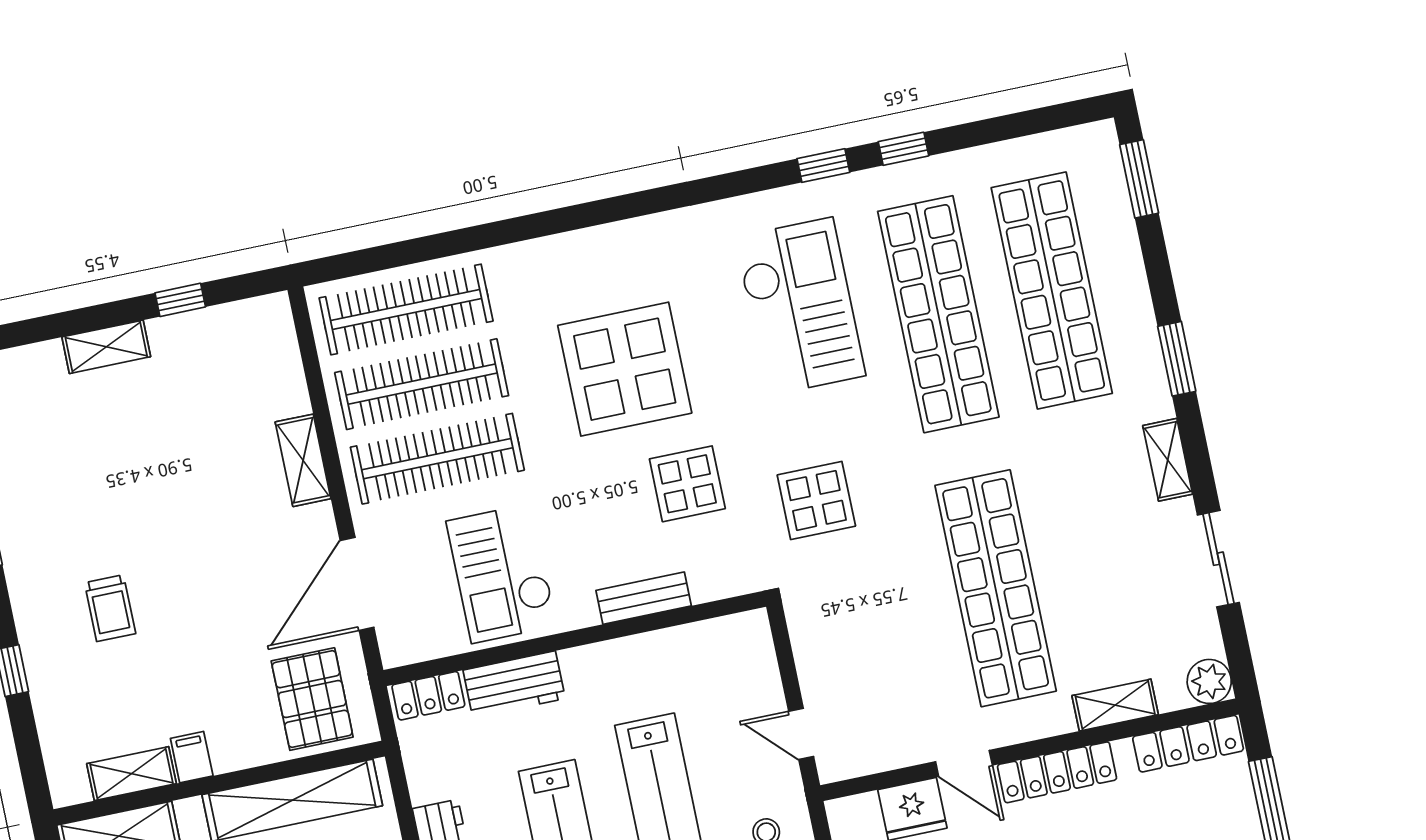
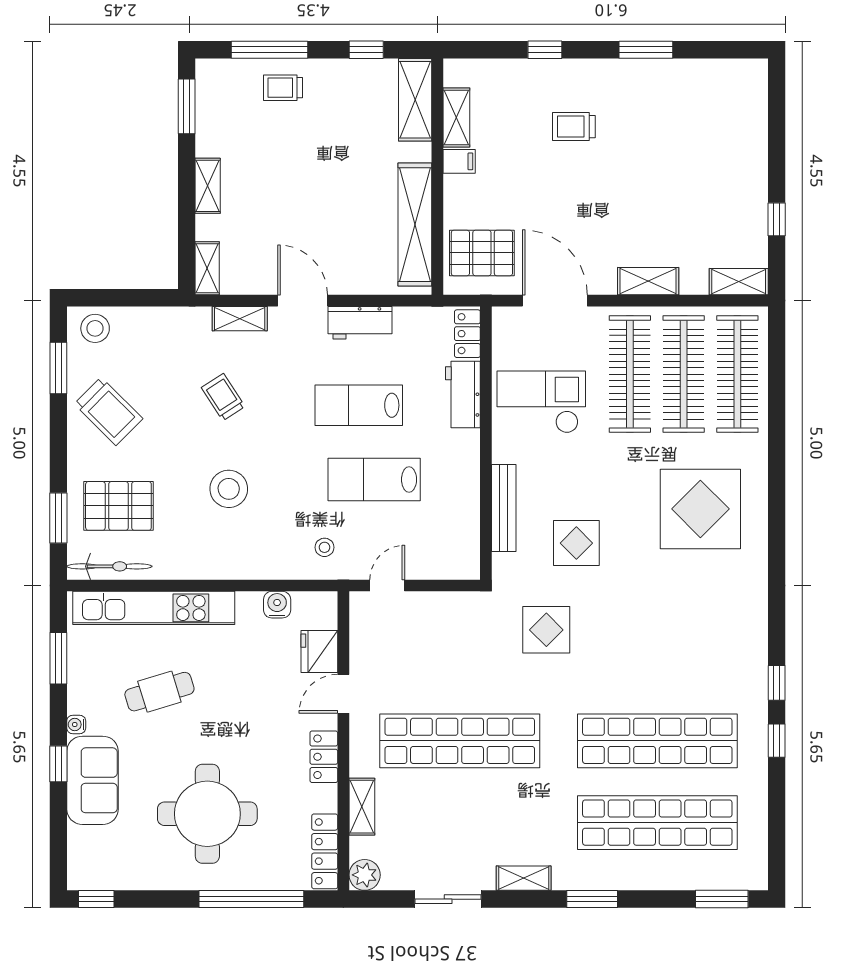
checkout: (800, 307) -> (683, 646), removed
shelving: (106, 347) -> (739, 282), moved, turned 90
display table: (625, 369) -> (700, 509), moved
bench: (644, 598) -> (504, 508), width x1.36
locker: (1057, 772) -> (324, 757), width x0.66

